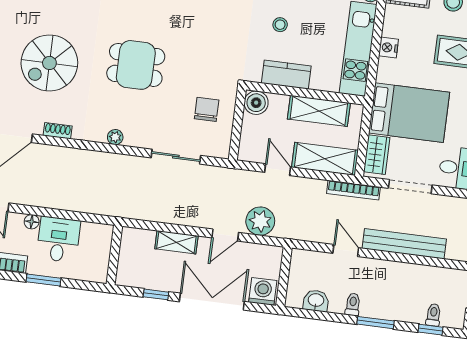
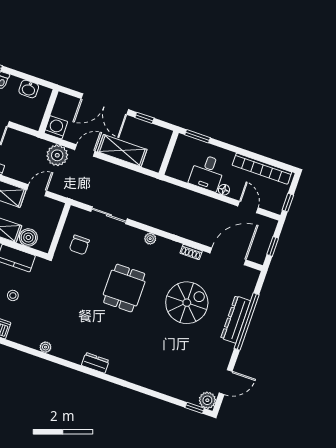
dining table: (136, 65) -> (124, 288), turned 90
boiler: (256, 103) -> (28, 237), moved
door: (278, 170) -> (37, 190), swing flipped
shelving: (176, 242) -> (122, 151), width x1.50, depth x1.33
window: (43, 280) -> (198, 136), moved
washing machine: (263, 291) -> (56, 127), moved, turned 180

